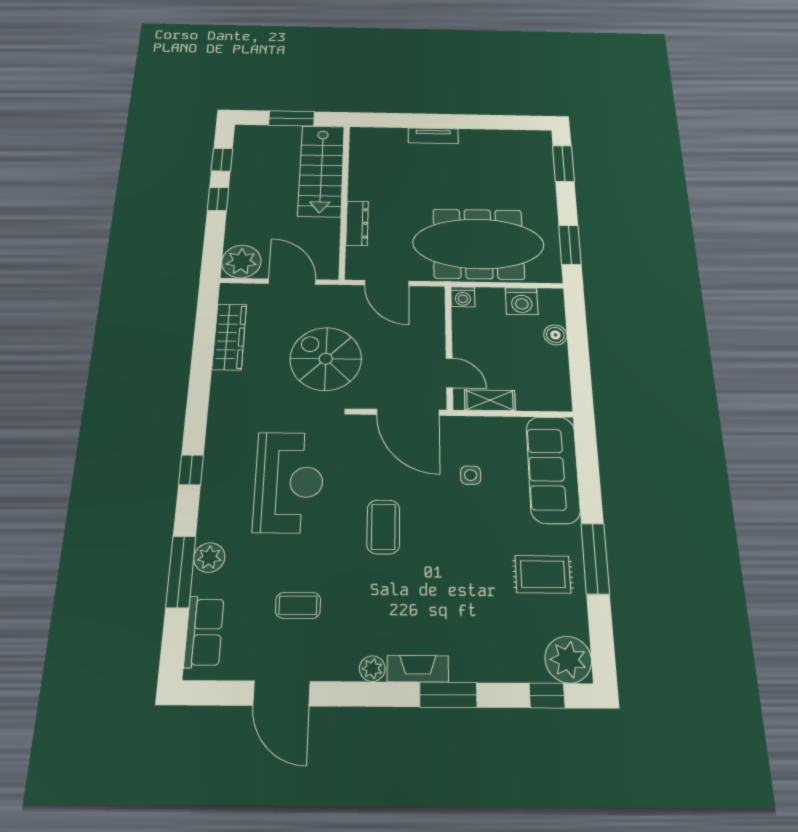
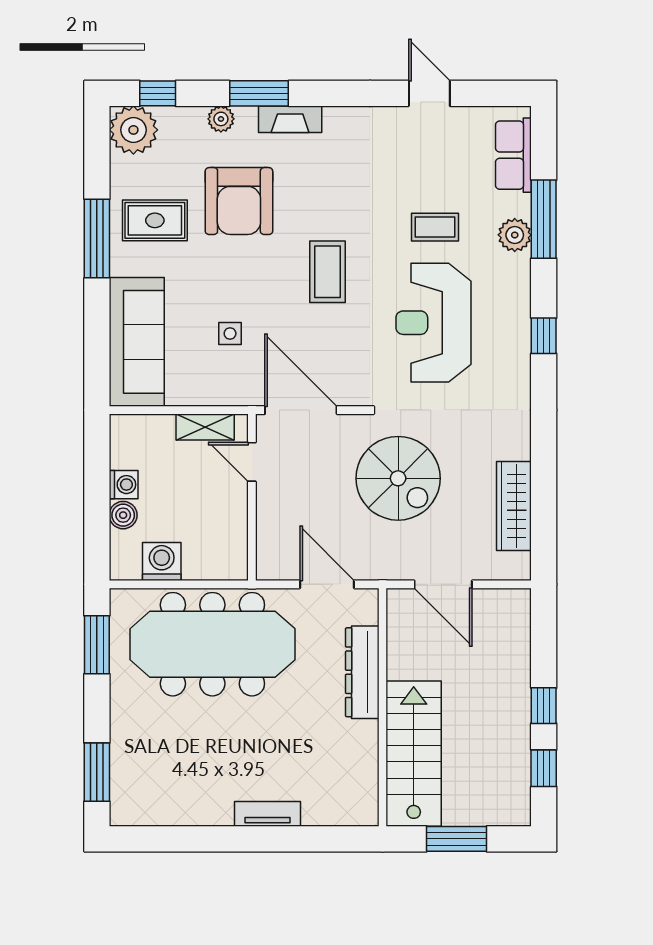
dresser: (357, 223) -> (362, 672), width x1.37, depth x1.24
plant: (241, 262) -> (507, 612), removed
washing machine: (463, 297) -> (124, 485), moved, turned 90
armchair: (465, 591) -> (239, 201), added
coffee table: (298, 605) -> (435, 227), moved
plant: (372, 669) -> (221, 119), moved
door: (281, 693) -> (429, 93), width x0.73

